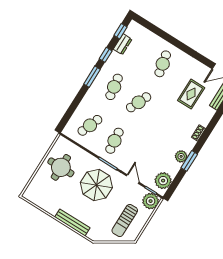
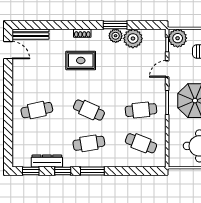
dresser: (123, 44) -> (47, 161), width x1.44
rug: (191, 94) -> (81, 60), moved
plant: (163, 181) -> (133, 38), moved

